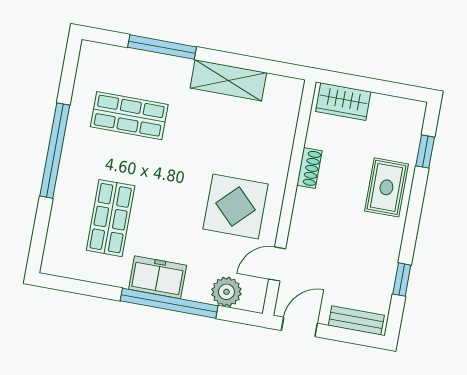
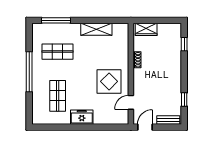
window: (162, 47) -> (56, 20), moved
rug: (386, 187) -> (171, 62), removed
plant: (226, 292) -> (112, 118), removed
window: (169, 303) -> (89, 127), removed

